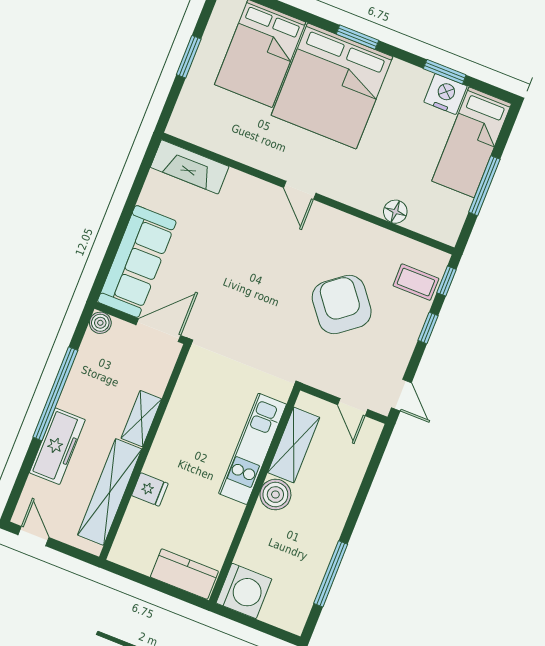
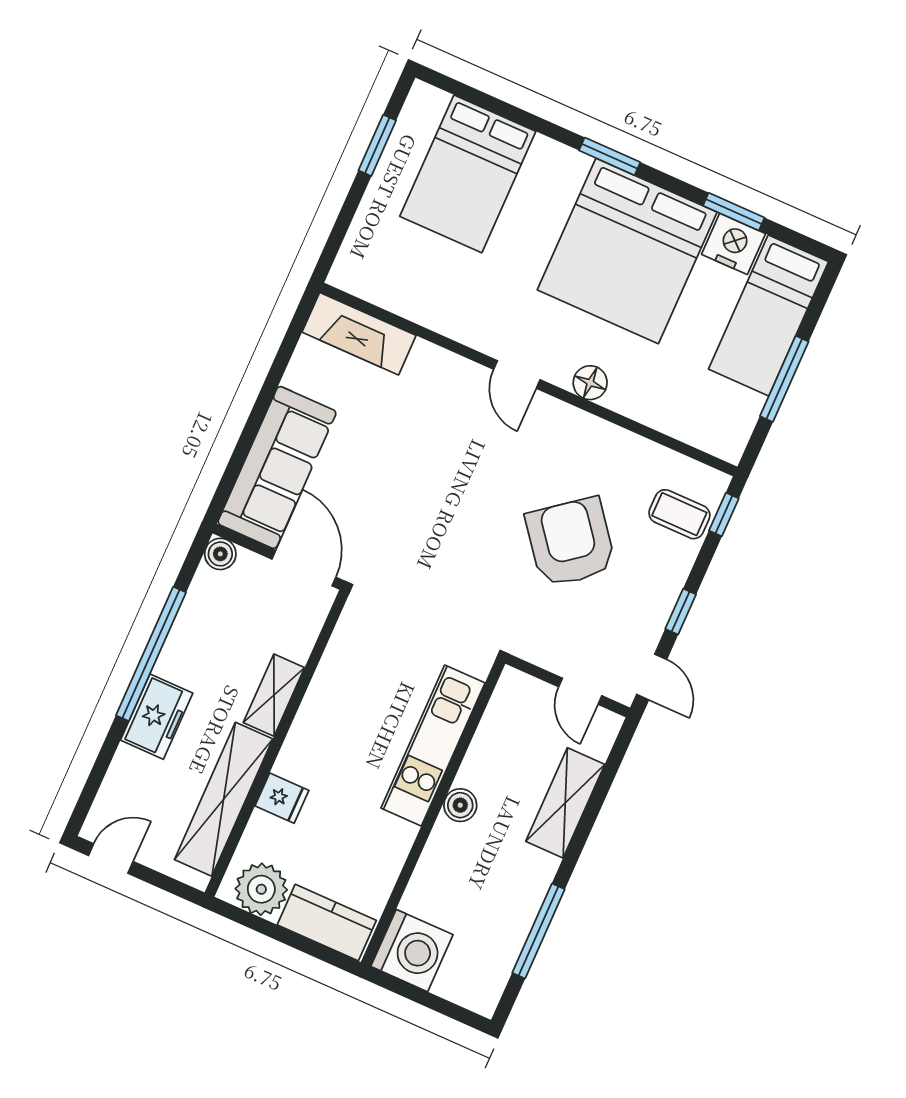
window: (189, 57) -> (377, 145), moved
bed: (332, 86) -> (627, 251), moved
floor lamp: (395, 212) -> (590, 383), moved
window: (428, 328) -> (681, 612), moved
door: (158, 330) -> (304, 568), hinge flipped
shelving: (294, 445) -> (565, 803), moved
freezer: (57, 446) -> (157, 717), width x0.71
boiler: (275, 495) -> (460, 805), width x0.73, depth x0.73
door: (33, 536) -> (111, 859), hinge flipped
plant: (138, 553) -> (261, 889), added

